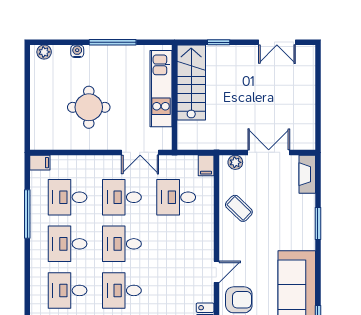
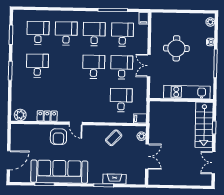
stairs: (191, 82) -> (204, 125), moved, turned 90
double door: (140, 152) -> (149, 66), moved
fireplace: (307, 174) -> (115, 179), moved
desk: (122, 290) -> (65, 66), removed

